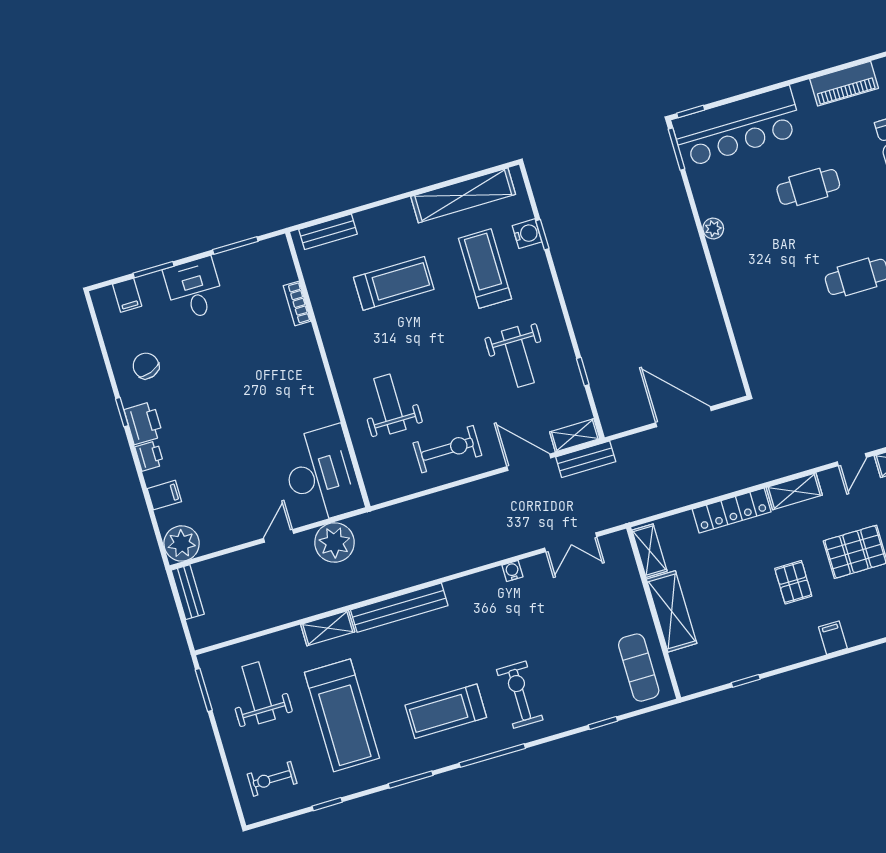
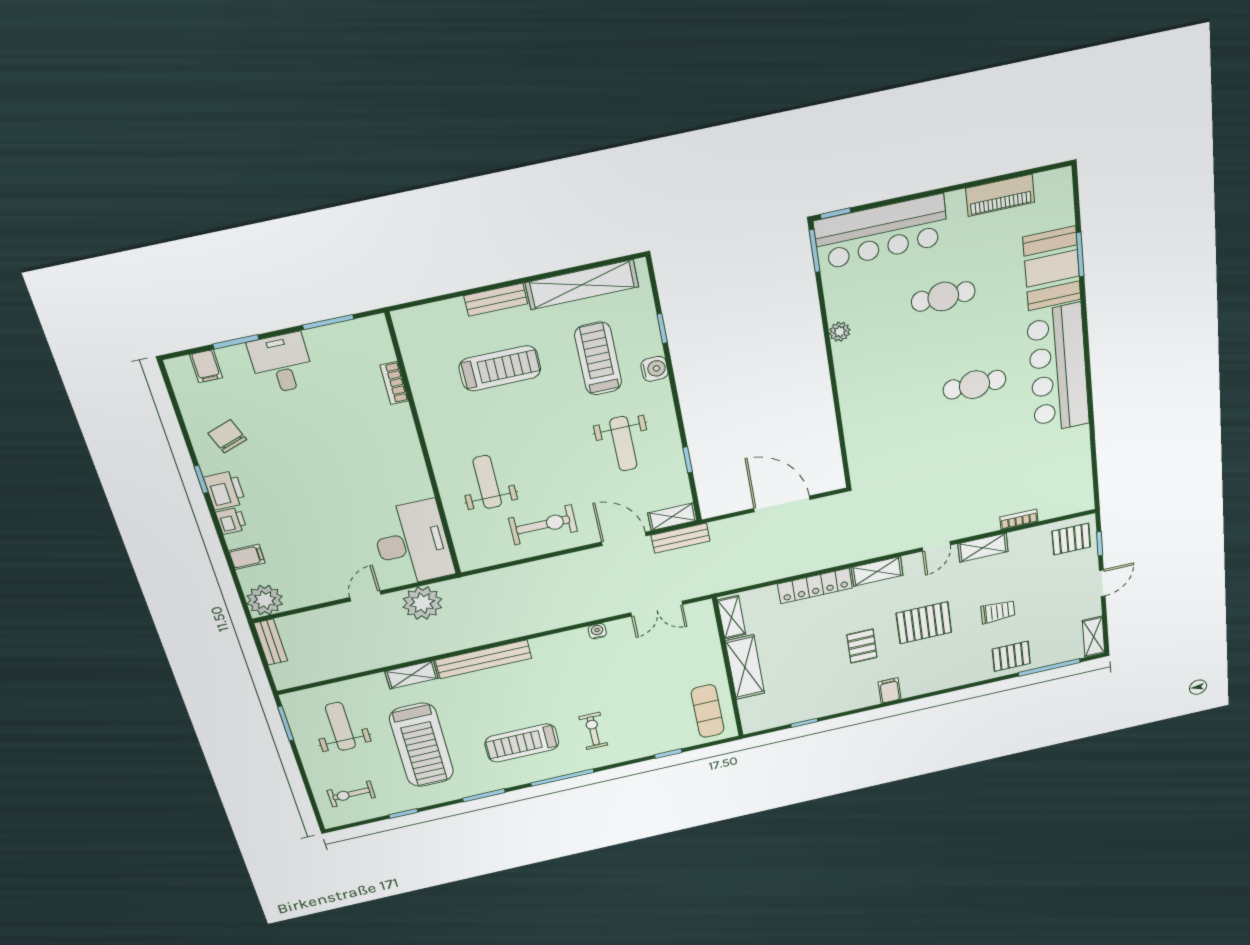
bench: (328, 232) -> (496, 300), moved
water cooler: (527, 234) -> (654, 369), moved
exercise bike: (520, 695) -> (593, 731), width x0.73, depth x0.72

